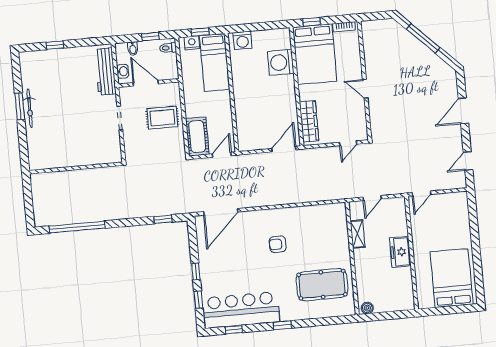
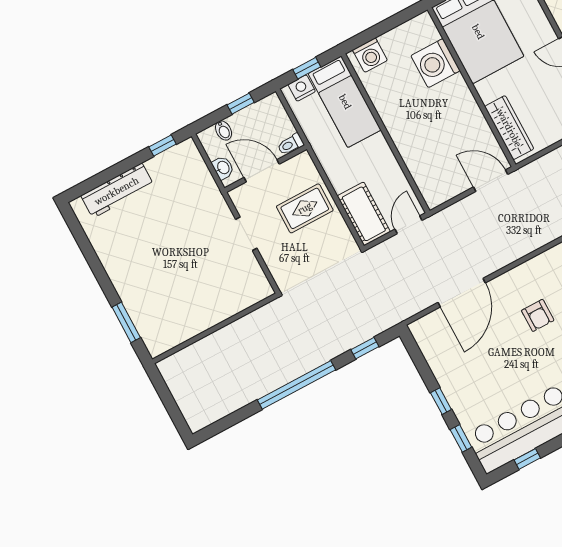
window: (55, 45) -> (162, 146), moved
toilet: (168, 48) -> (291, 144), moved
workbench: (105, 72) -> (117, 191), moved, turned -90
window: (20, 106) -> (126, 322), moved
bicycle: (30, 108) -> (116, 273), removed
door: (284, 149) -> (491, 181), hinge flipped
door: (221, 212) -> (462, 293), moved
window: (77, 227) -> (296, 385), moved
armchair: (278, 244) -> (538, 315), turned -90

